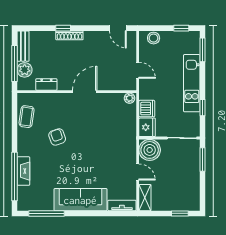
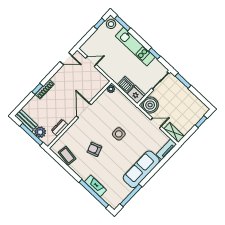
stool: (154, 38) -> (111, 24), moved
door: (138, 70) -> (91, 61), moved
side table: (94, 146) -> (119, 134), added

